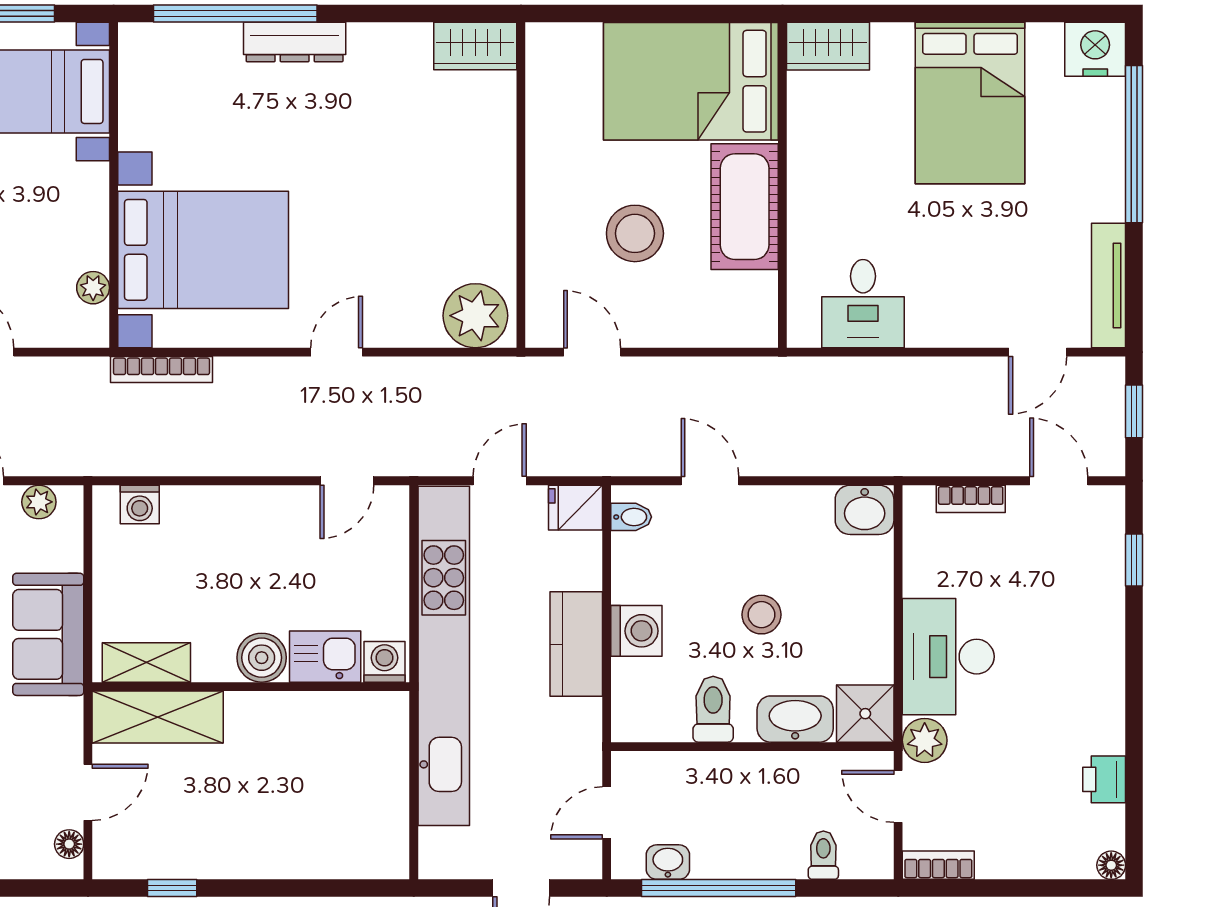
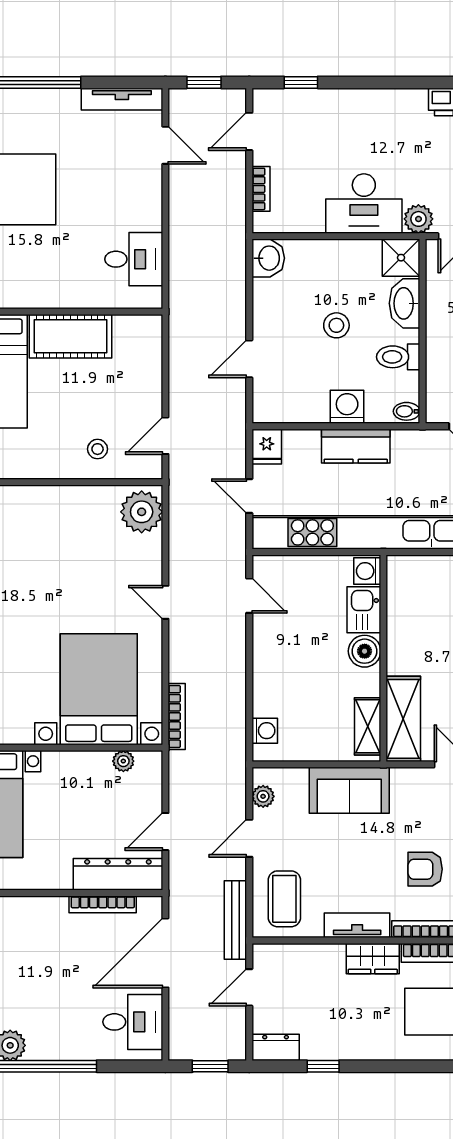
stool: (635, 233) -> (98, 449), moved, width x0.53, depth x0.53
bidet: (631, 517) -> (407, 411), moved, turned -90

